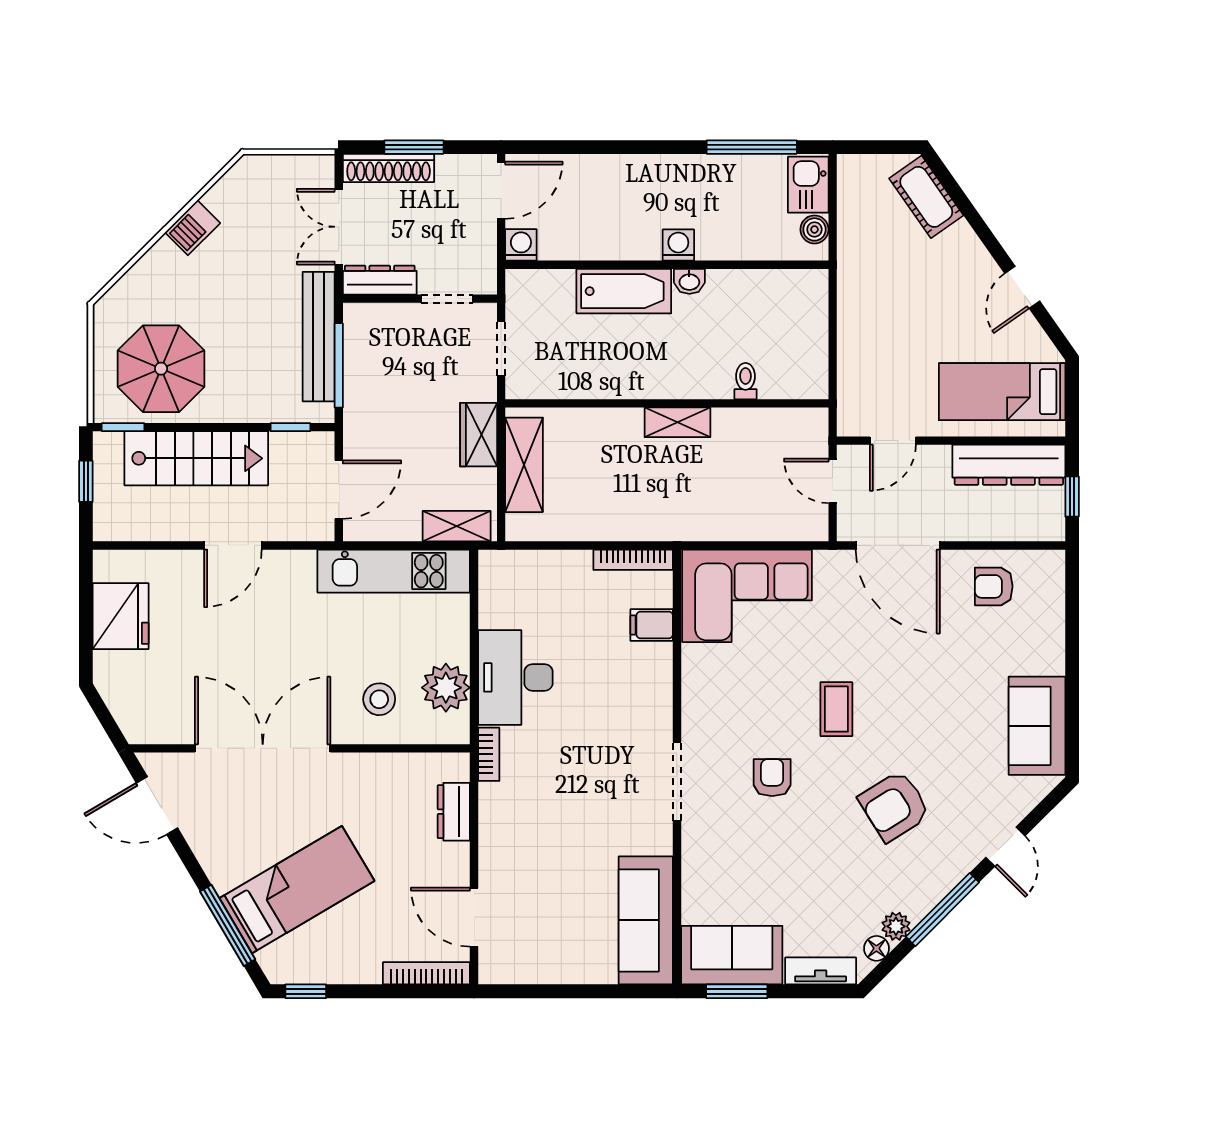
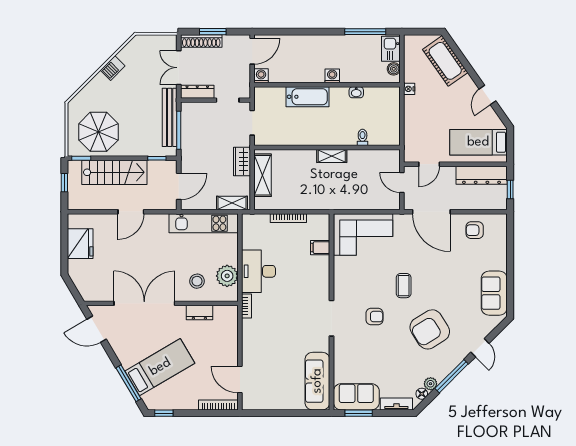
cot: (926, 197) -> (445, 61), width x1.37, depth x1.34
nightstand: (849, 274) -> (409, 89), added
washbasin: (689, 281) -> (356, 92), moved
bookcase: (633, 560) -> (288, 218), moved
armchair: (772, 778) -> (375, 317), turned 90
armchair: (894, 806) -> (430, 329), width x1.36, depth x1.36
dresser: (454, 812) -> (199, 313), moved, turned -90

